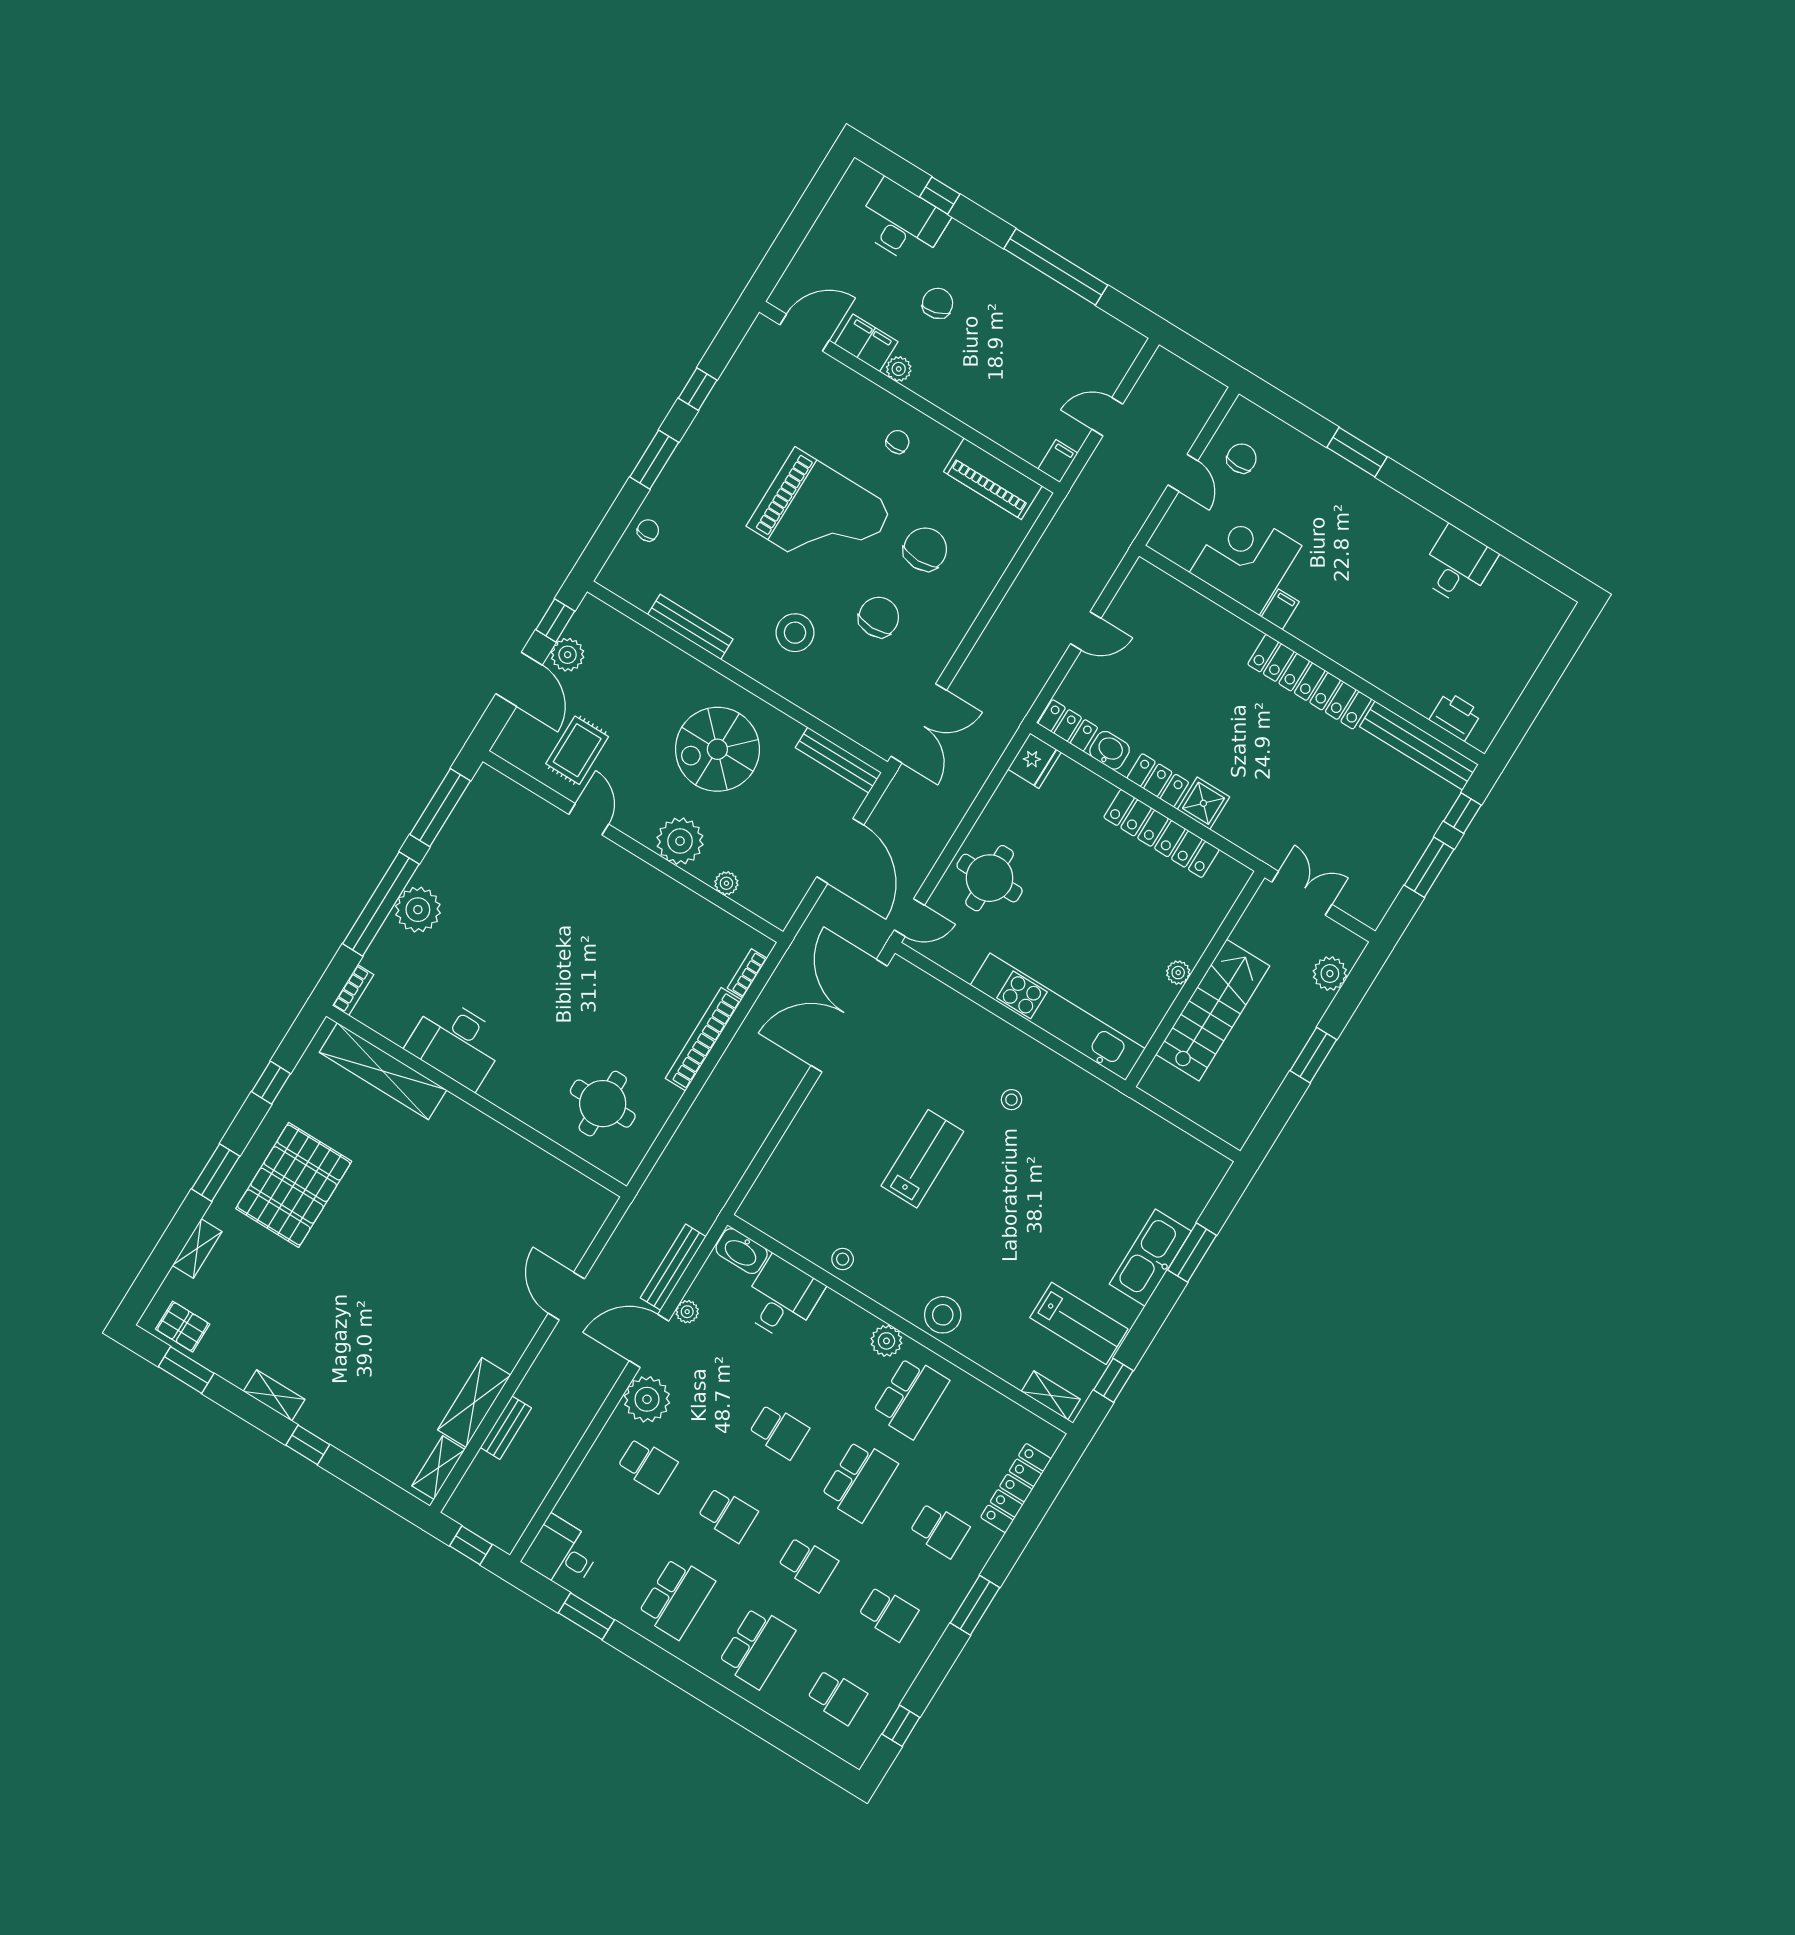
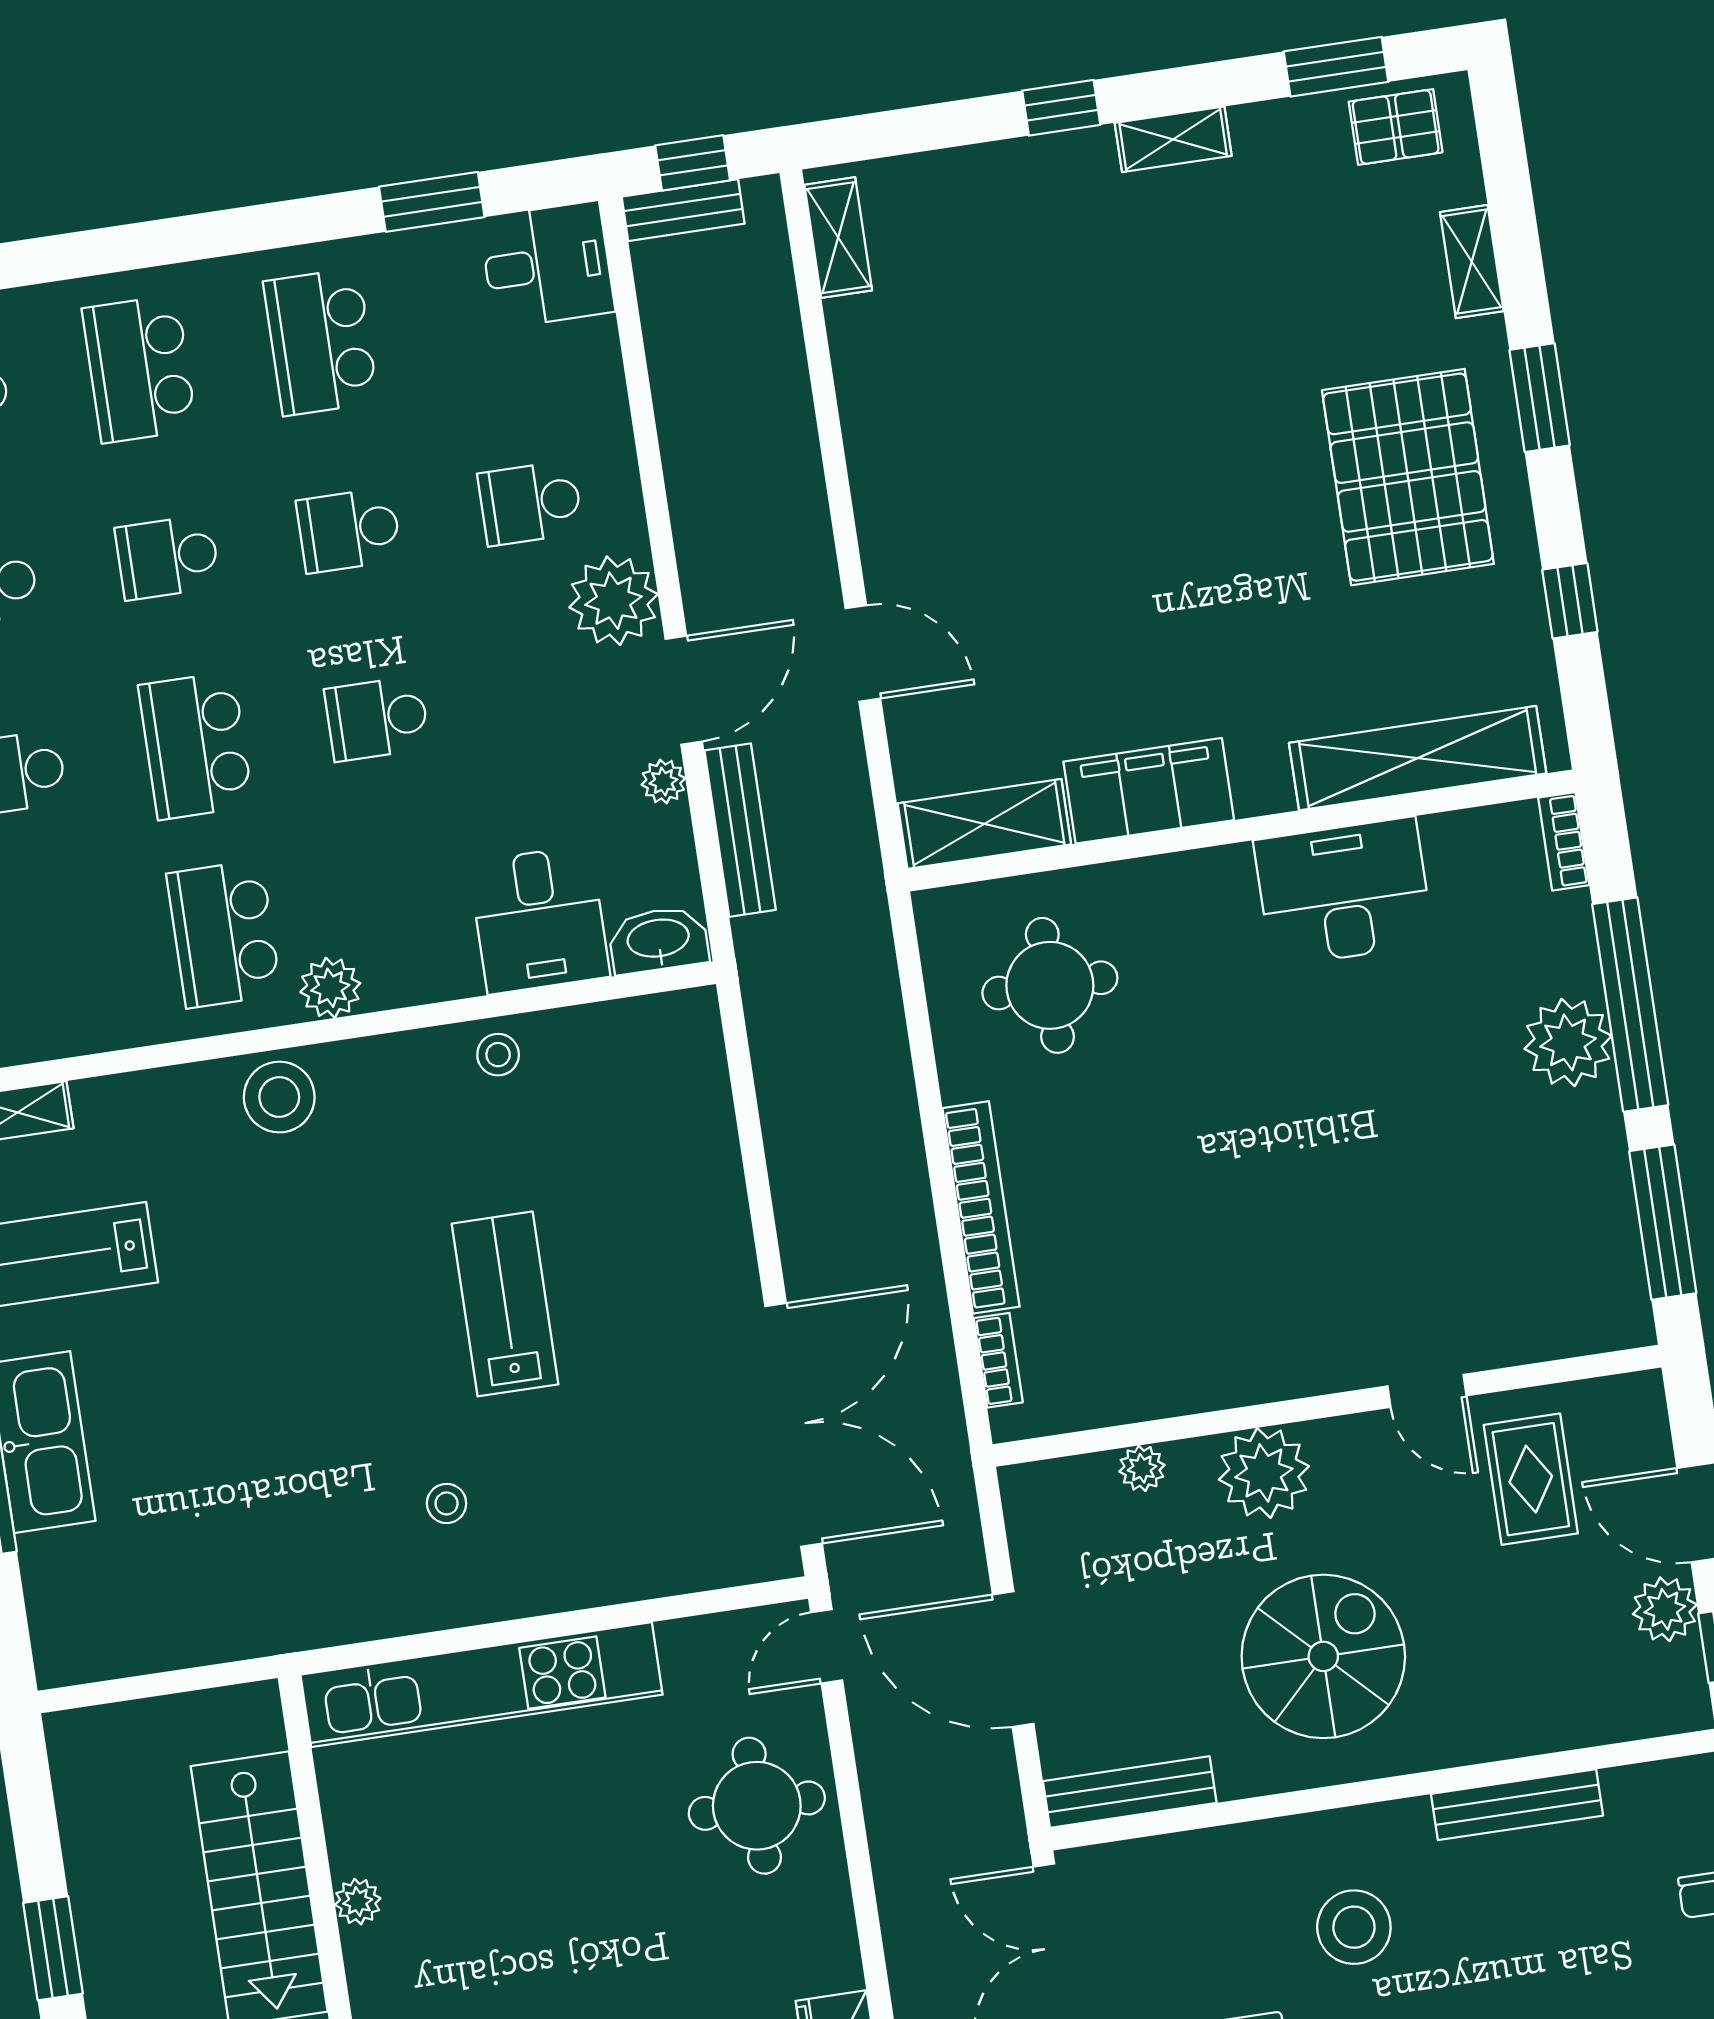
filing cabinet: (499, 1147) -> (1149, 791), added
lab bench: (922, 1159) -> (505, 1304), turned 180
shelving: (474, 1402) -> (984, 824), moved, turned 90
bench: (506, 1428) -> (683, 210), moved, turned 90

